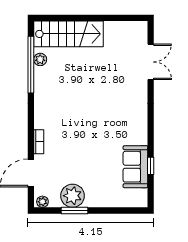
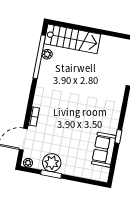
window: (151, 166) -> (118, 136), moved

